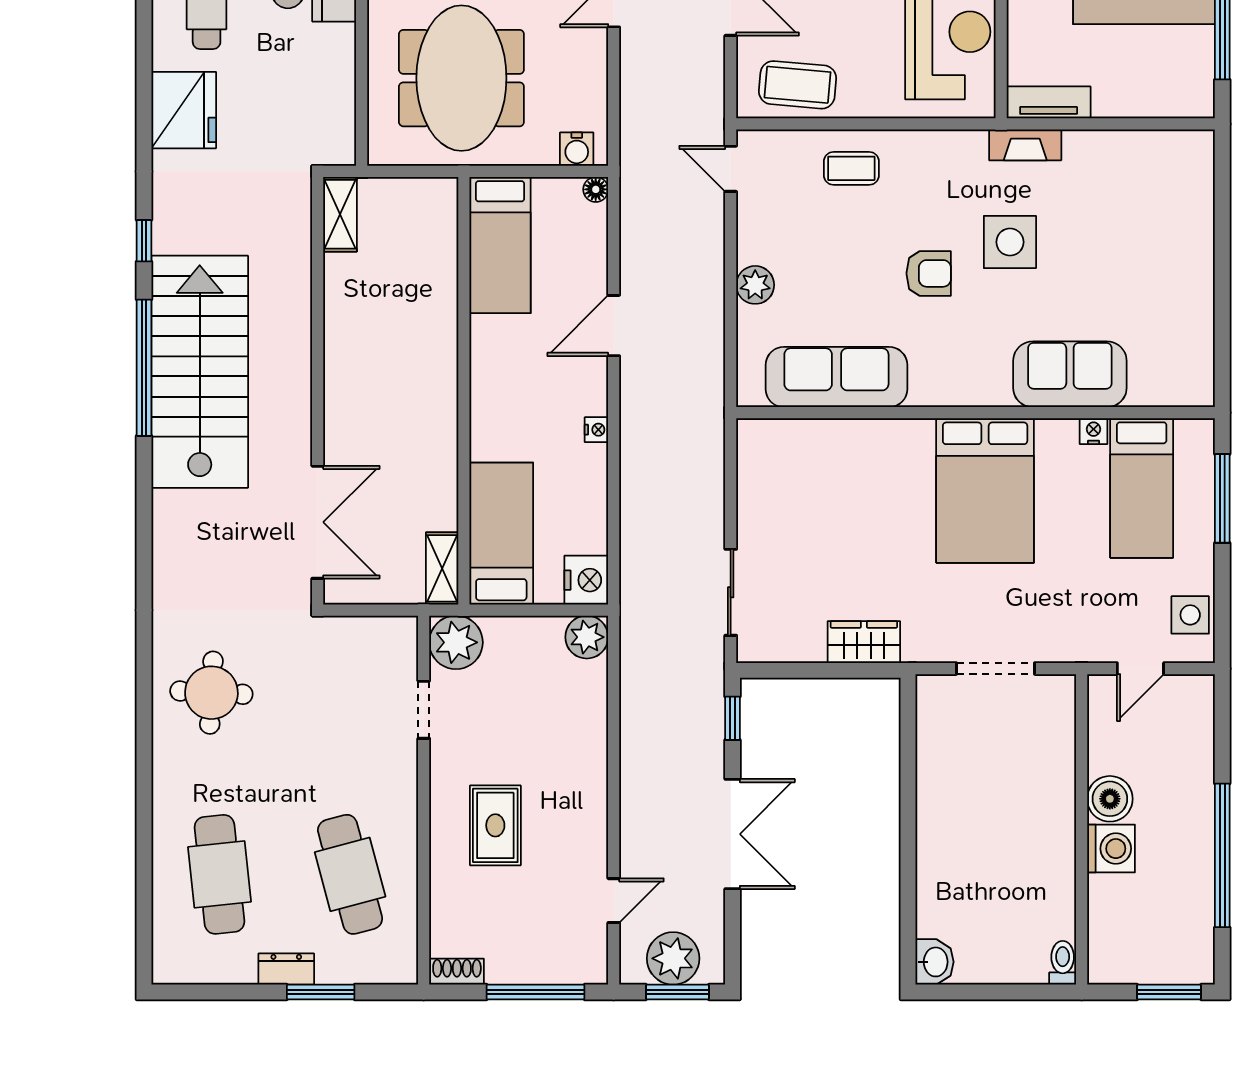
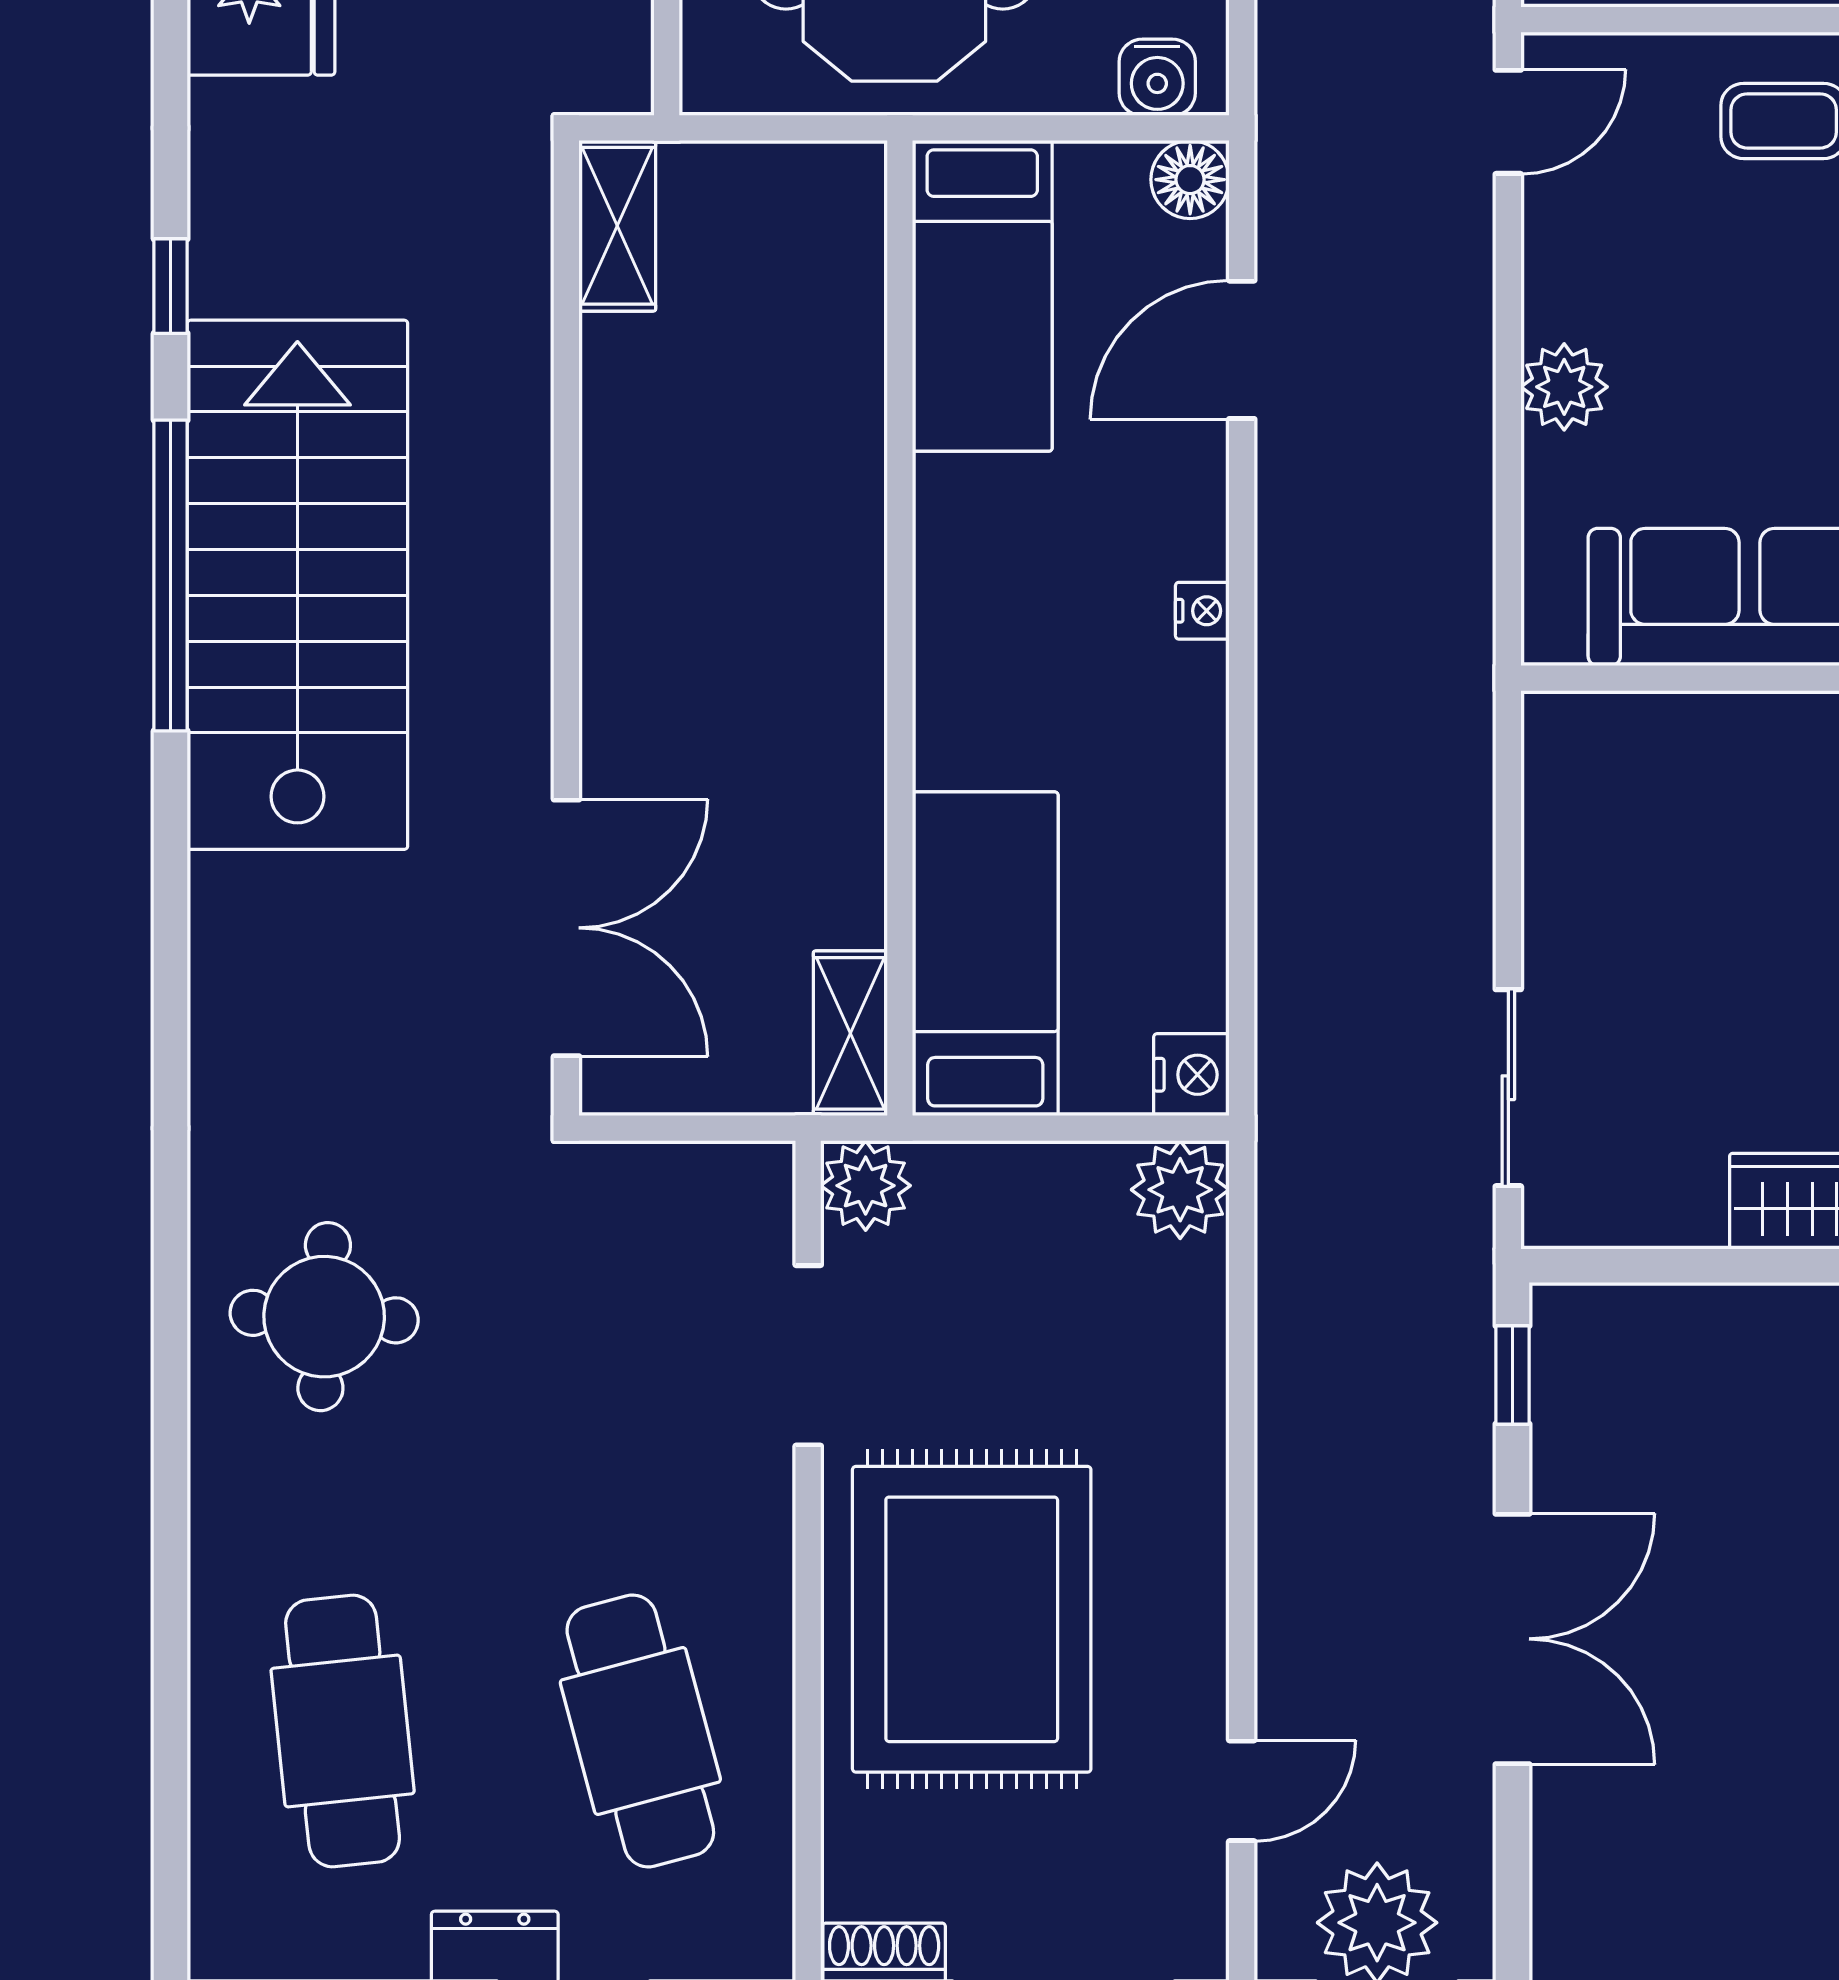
door: (731, 169) -> (1508, 122), swing flipped
floor lamp: (596, 189) -> (1190, 180), width x1.37, depth x1.37
door: (614, 326) -> (1242, 350), moved
nightstand: (596, 430) -> (1202, 611), moved
nightstand: (586, 580) -> (1191, 1075), width x0.74, depth x0.75
plant: (456, 642) -> (866, 1186), width x0.73, depth x0.73
doorway: (424, 710) -> (808, 1355), width x1.38
rug: (495, 825) -> (972, 1619), width x1.86, depth x2.06

